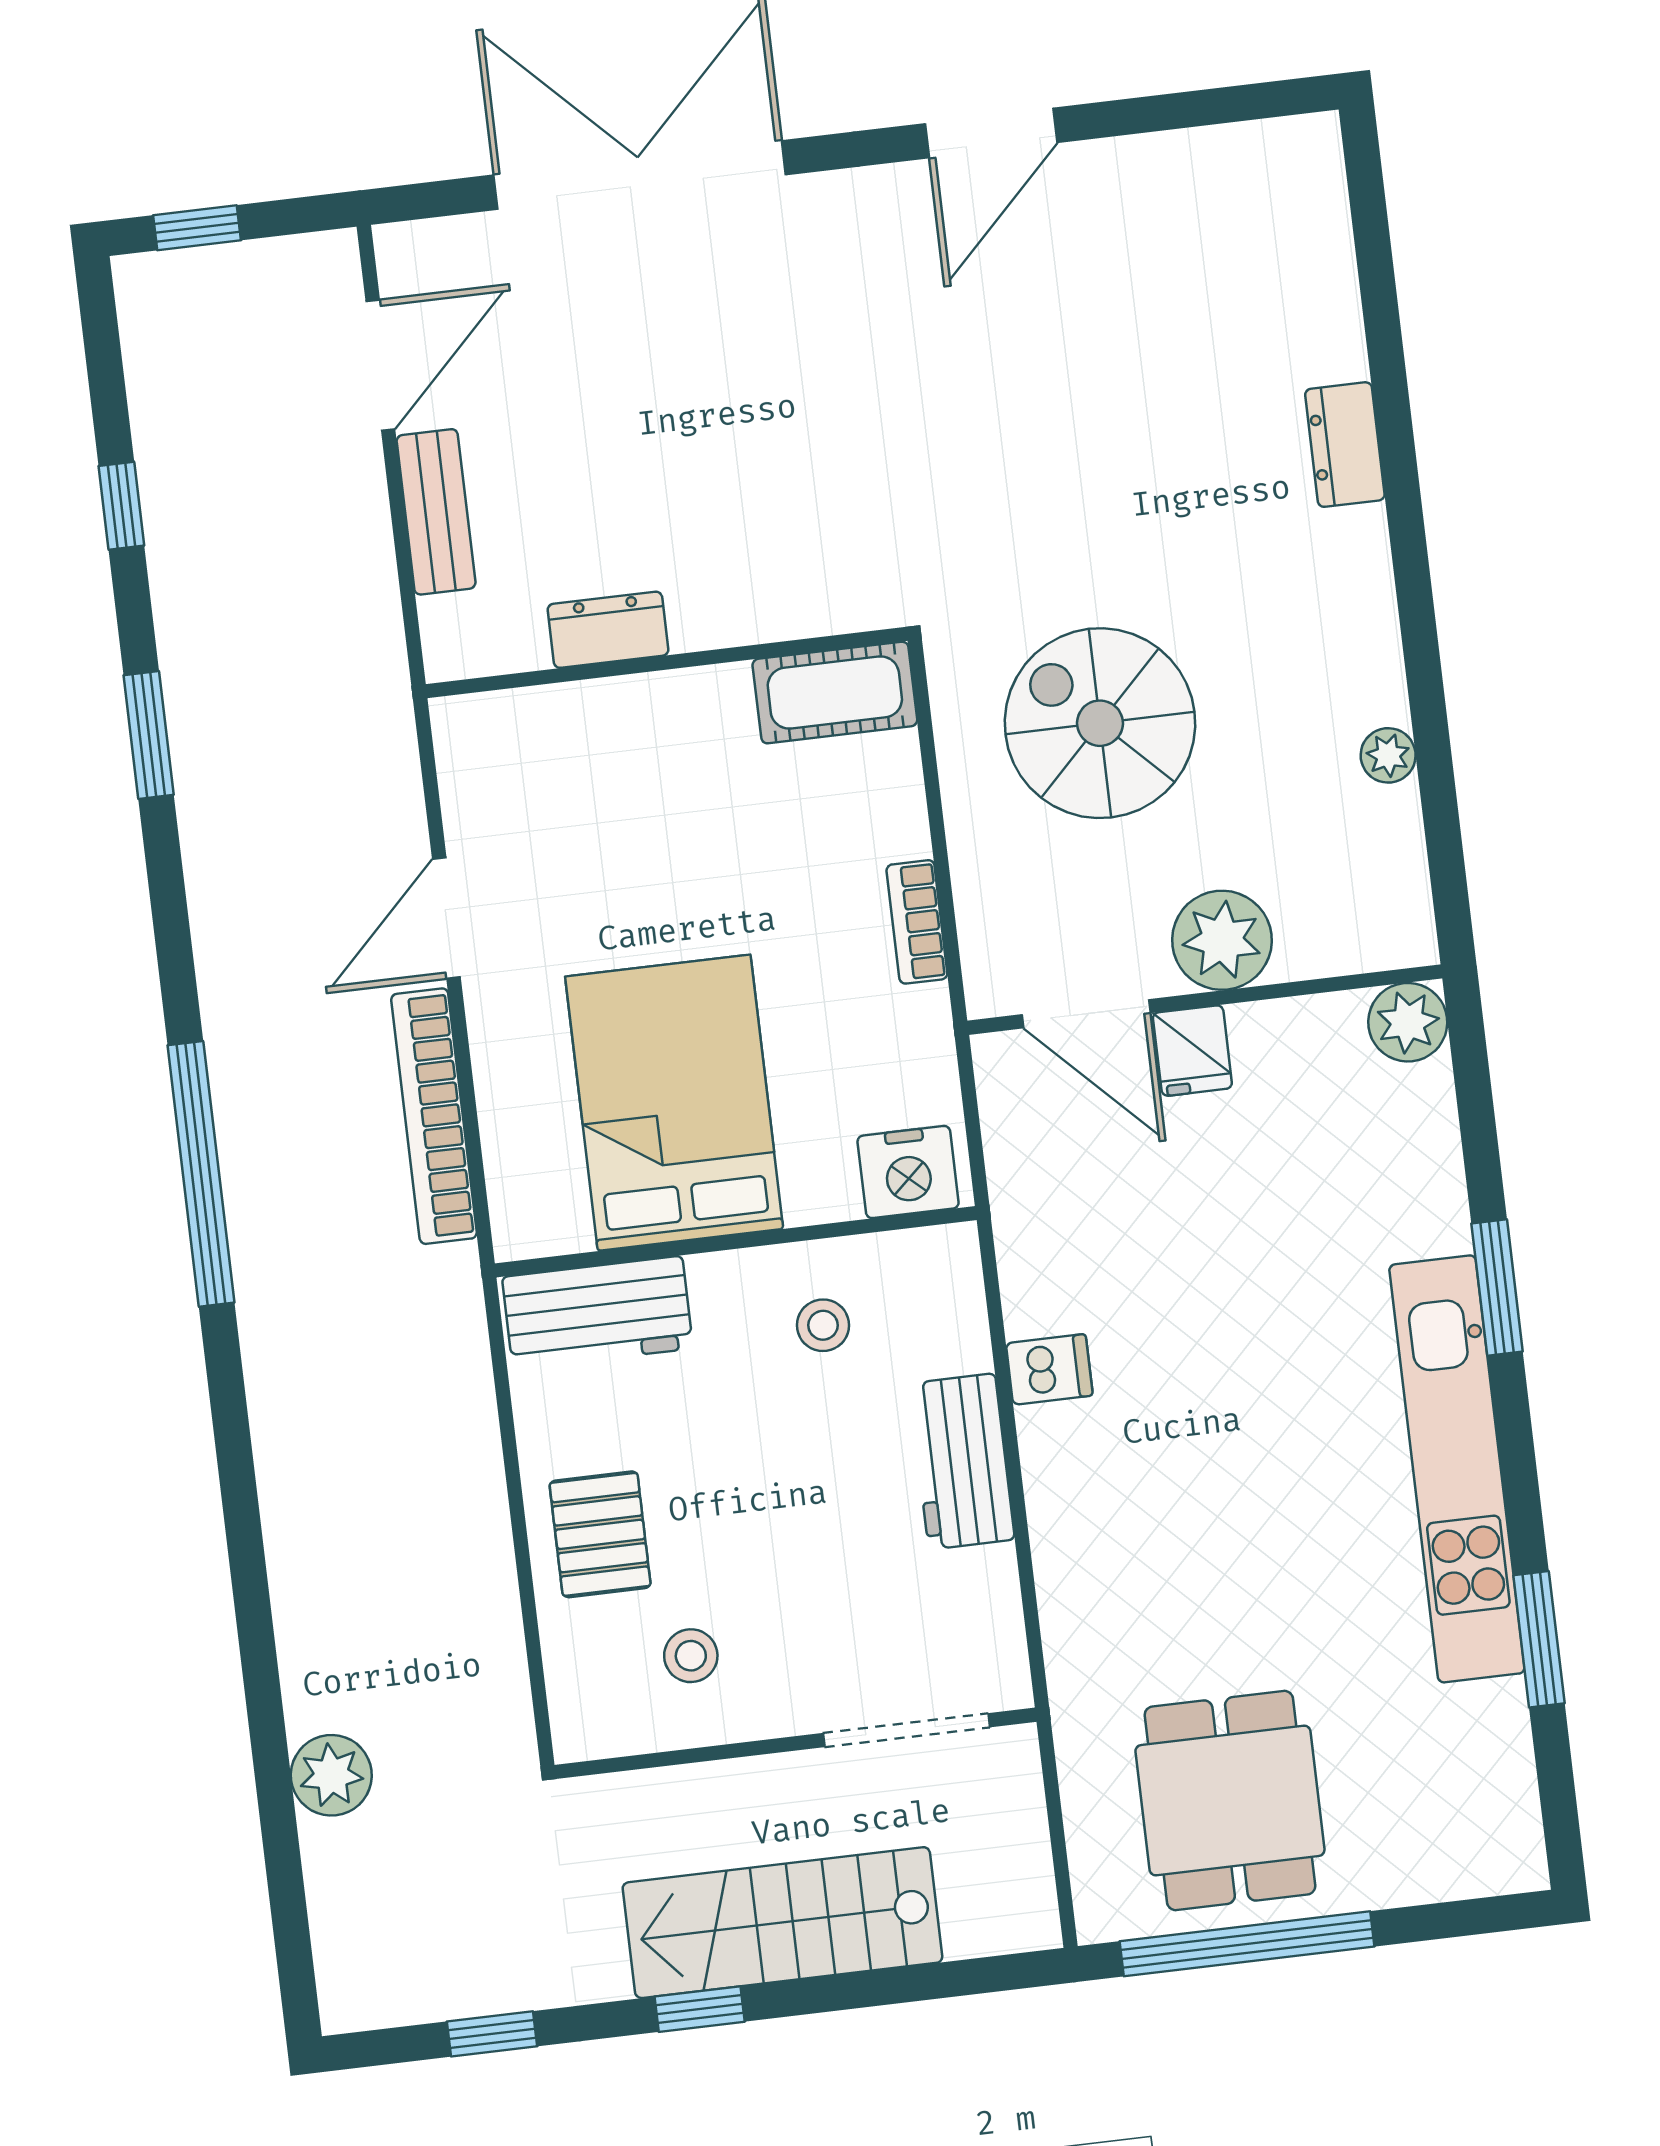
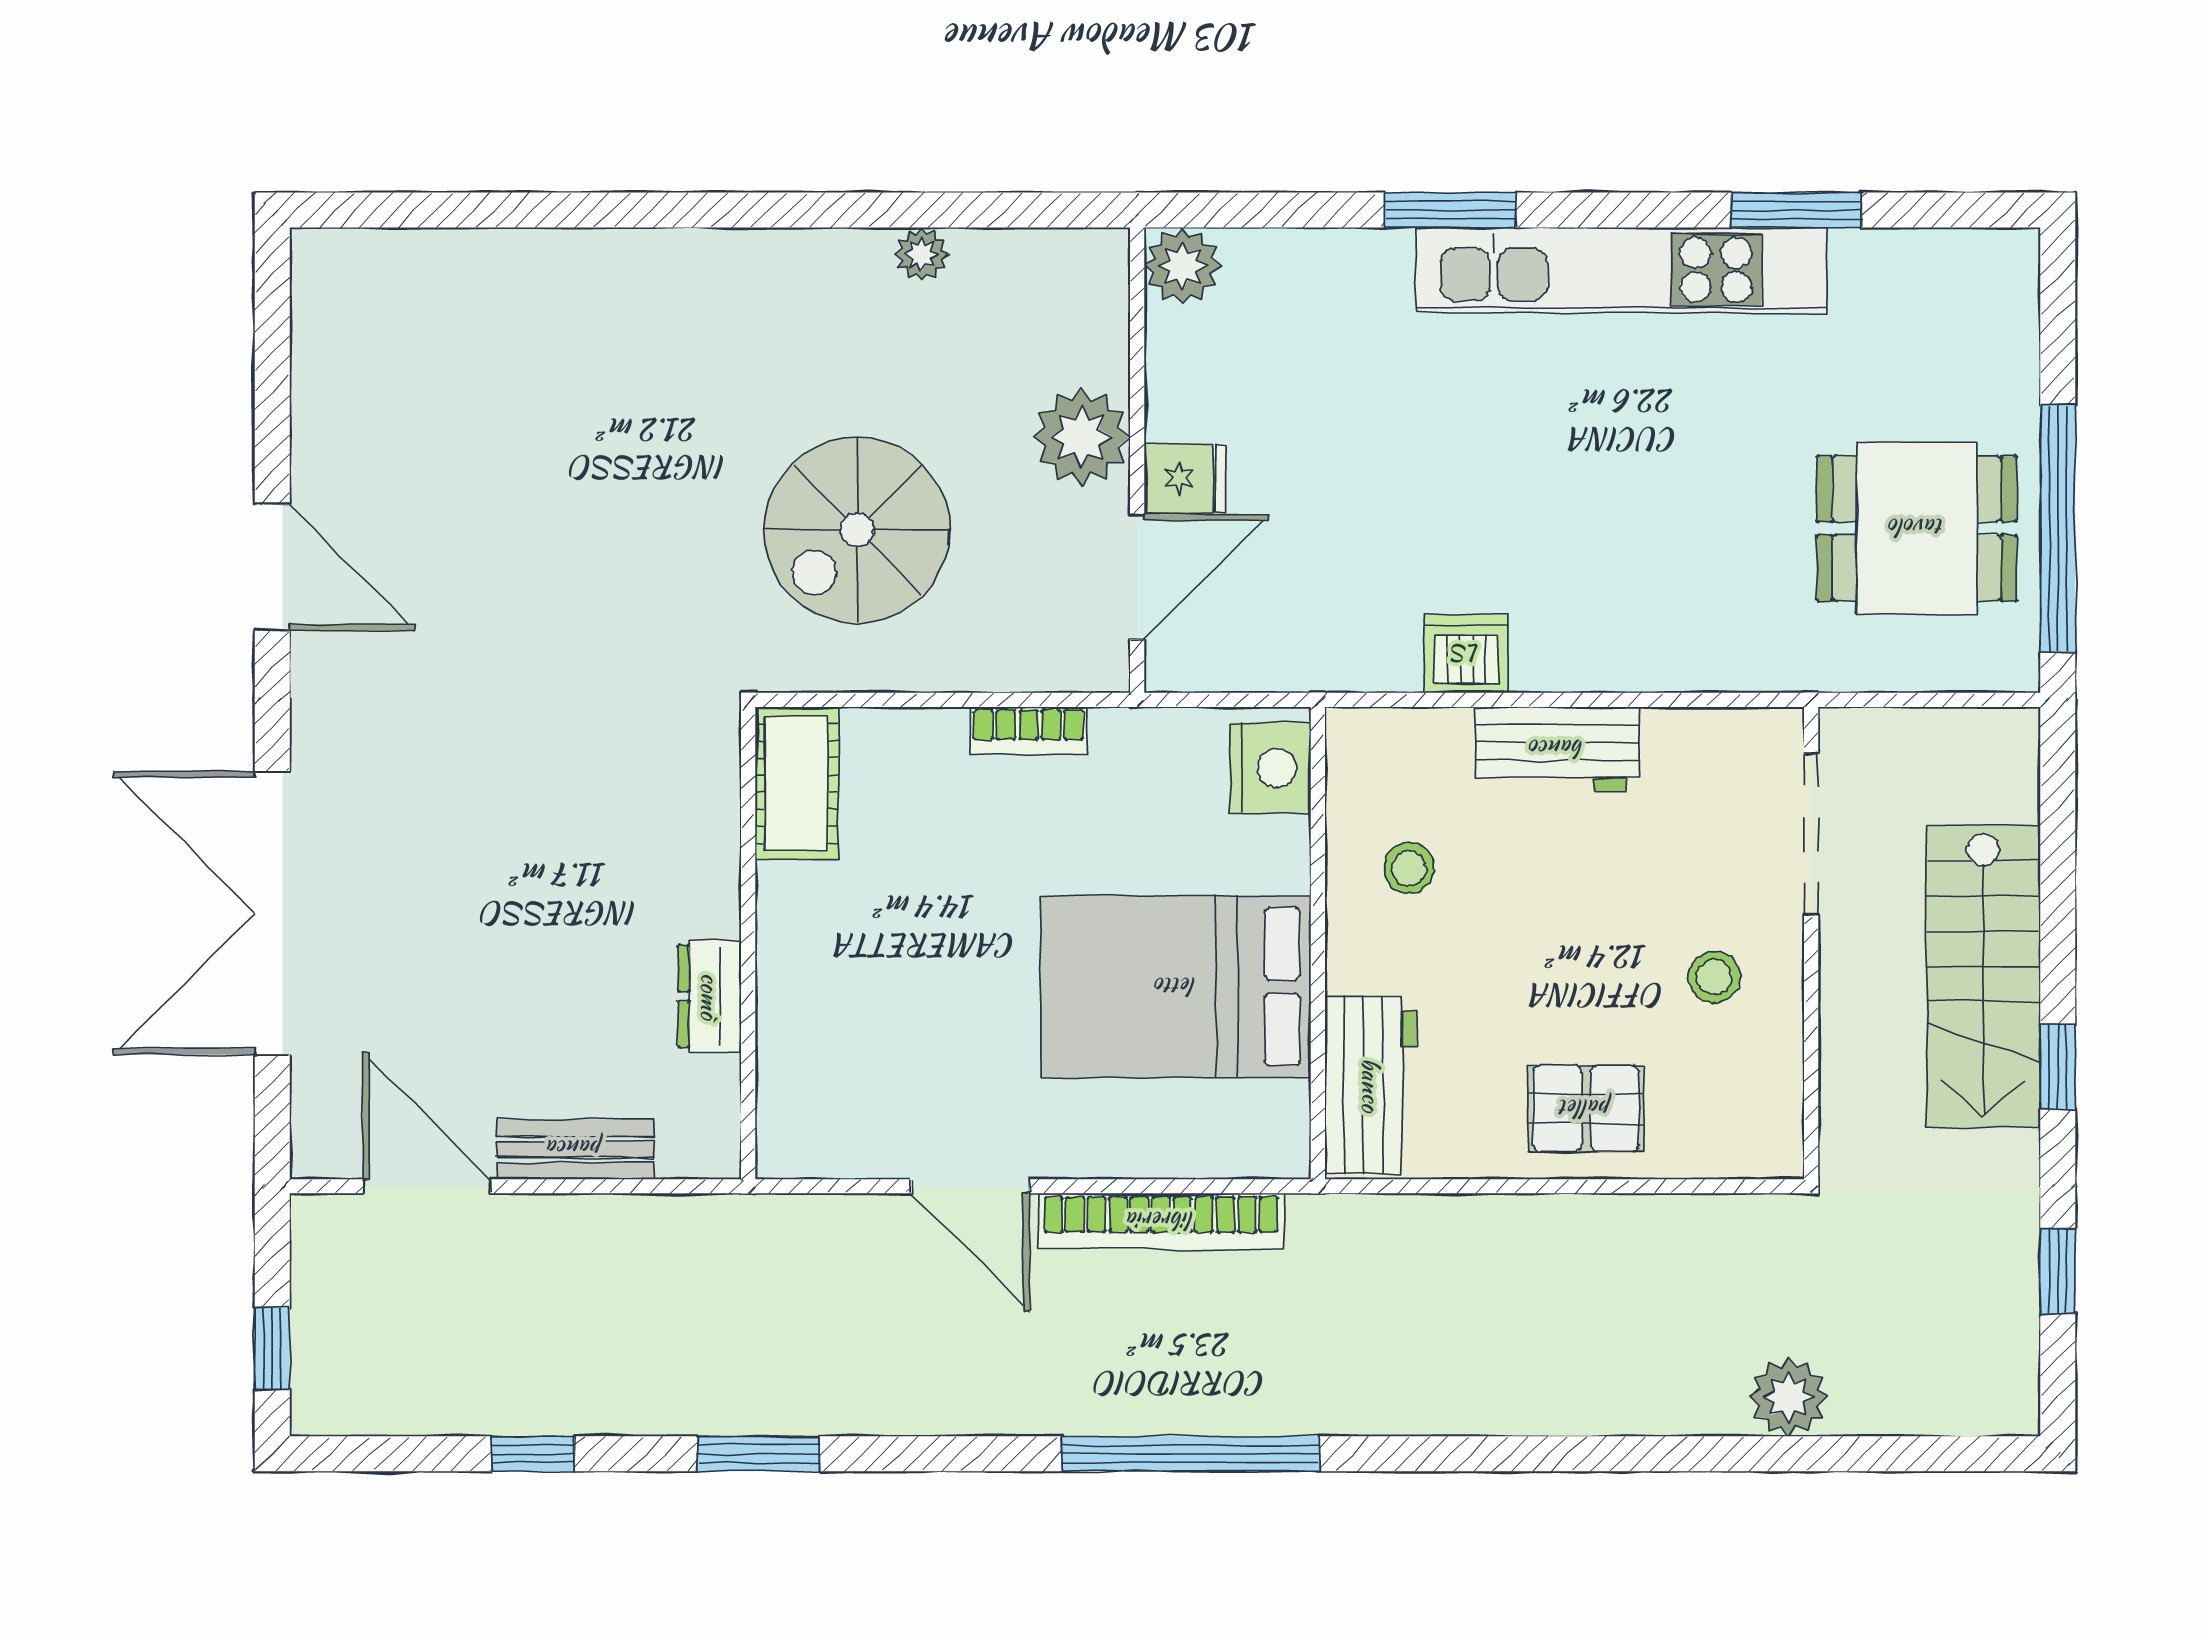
dresser: (1345, 445) -> (615, 260), removed
dishwasher: (1049, 1369) -> (1466, 654), width x1.38
stool: (691, 1656) -> (1714, 977), moved

